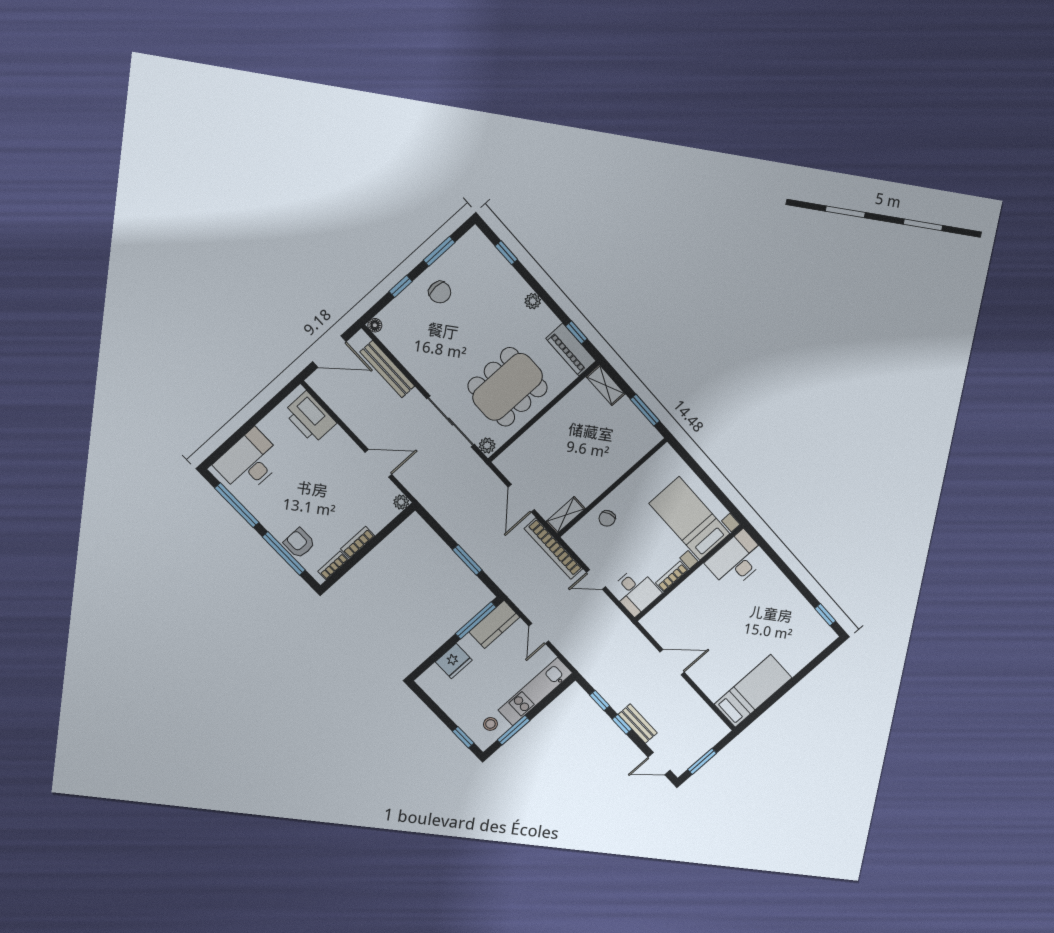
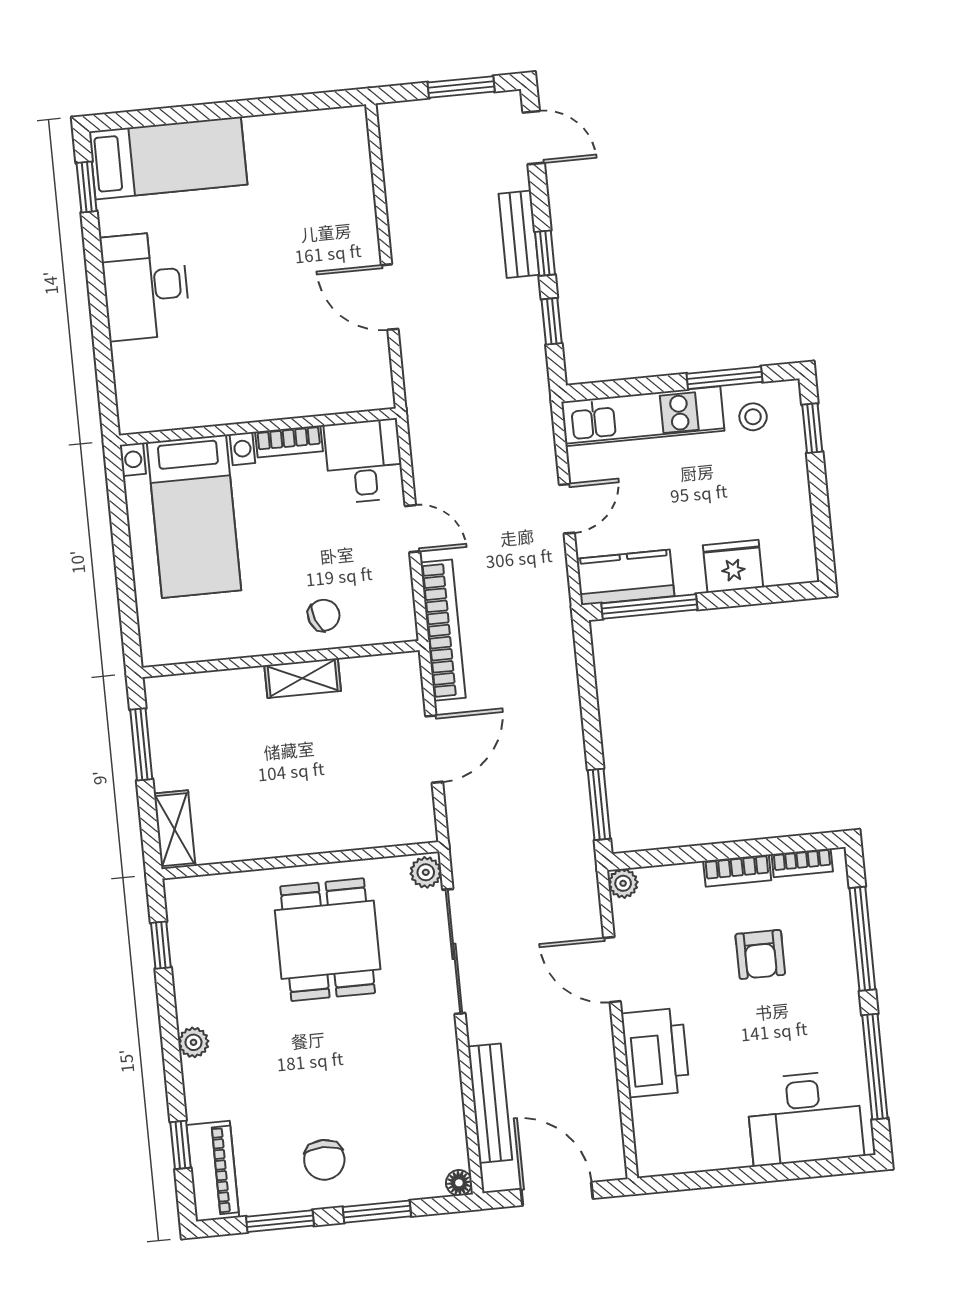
window: (401, 286) -> (377, 1212), width x1.50
chair: (440, 292) -> (324, 1160), turned 180
piano: (571, 350) -> (213, 1171), moved
dining table: (508, 387) -> (328, 940), width x0.73
printer: (310, 417) -> (655, 1053), moved
shelving: (566, 515) -> (303, 678), moved
armchair: (299, 543) -> (760, 954), moved
window: (467, 560) -> (599, 804), moved
desk: (737, 560) -> (145, 286), moved, turned 90
bed: (753, 691) -> (168, 158), moved, turned 180

